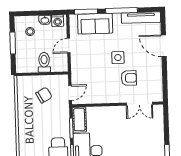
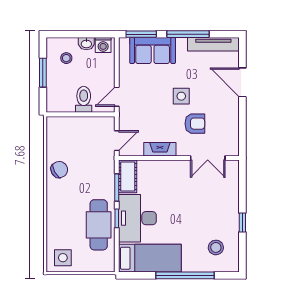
door: (69, 46) -> (117, 97), moved
chair: (44, 95) -> (59, 170), moved
fireplace: (103, 98) -> (160, 149), added

